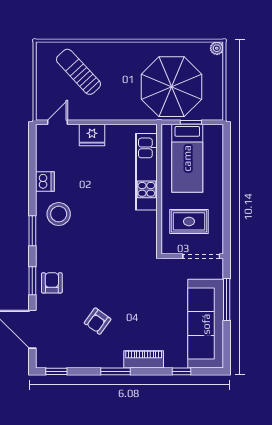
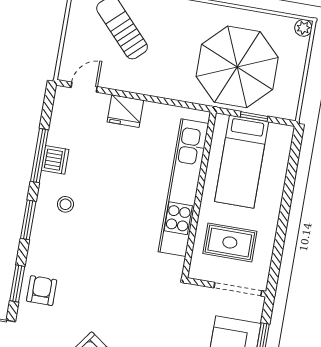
kitchen unit: (146, 172) -> (183, 188), width x1.36
window: (32, 180) -> (39, 156), added
stool: (59, 214) -> (65, 204), width x0.53, depth x0.53

